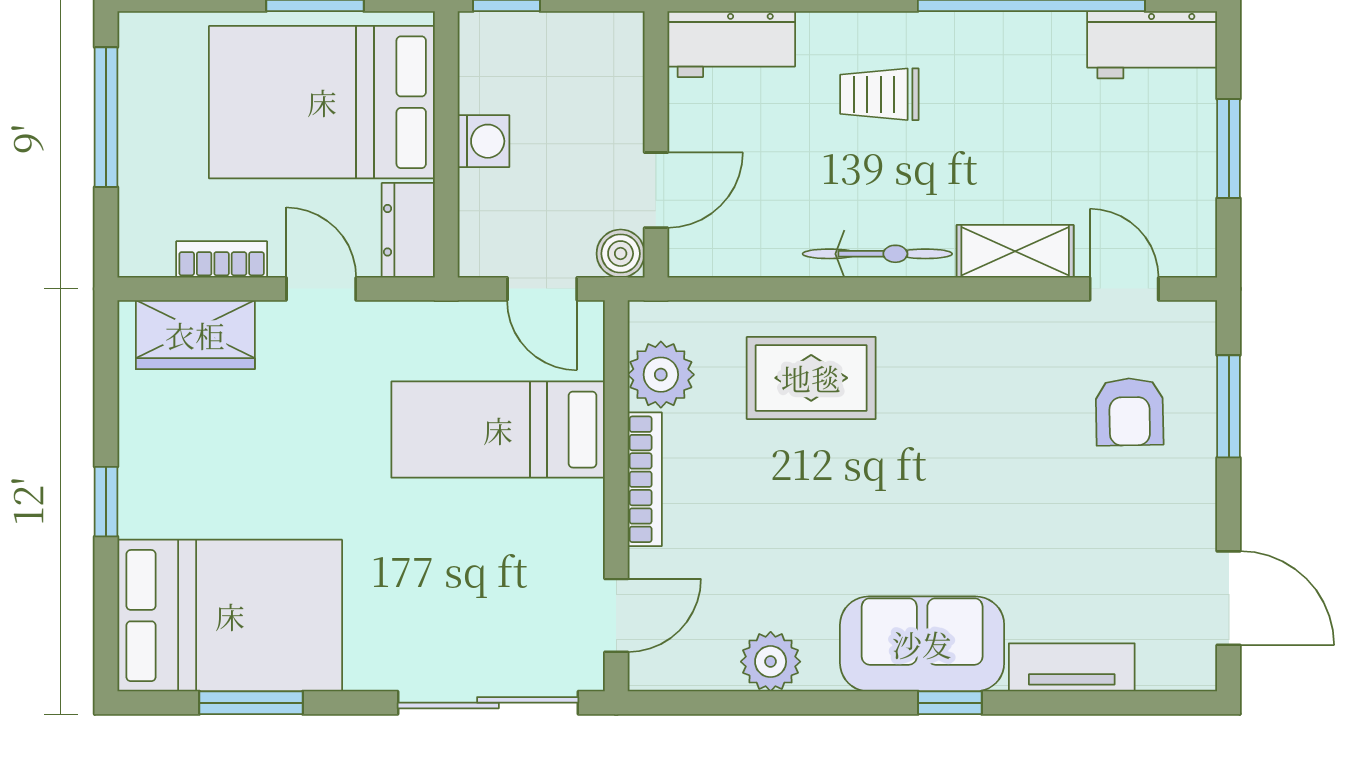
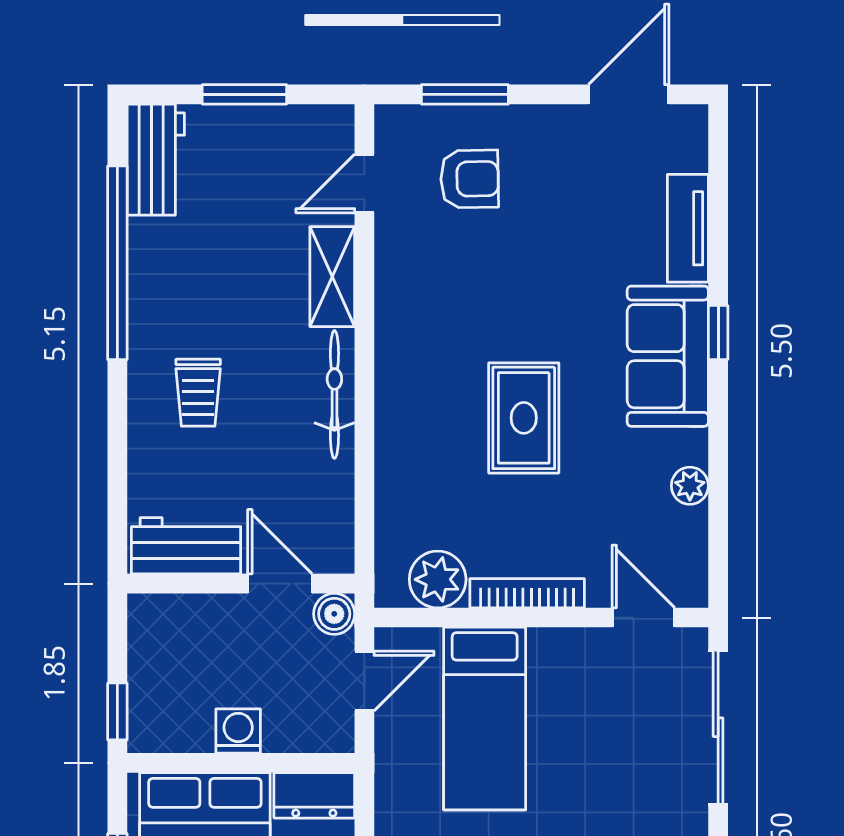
workbench: (731, 44) -> (186, 546), moved, turned -90
rug: (811, 378) -> (524, 418), moved
plant: (771, 662) -> (690, 486), width x0.73, depth x0.73

